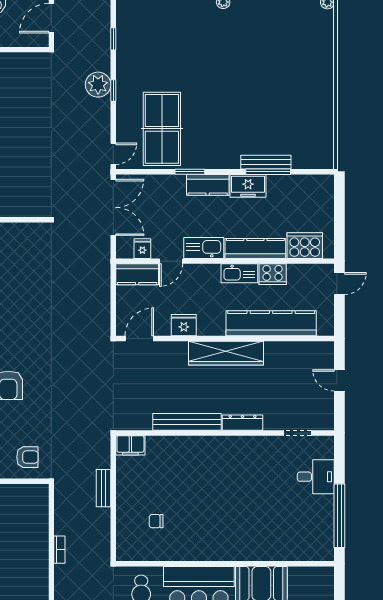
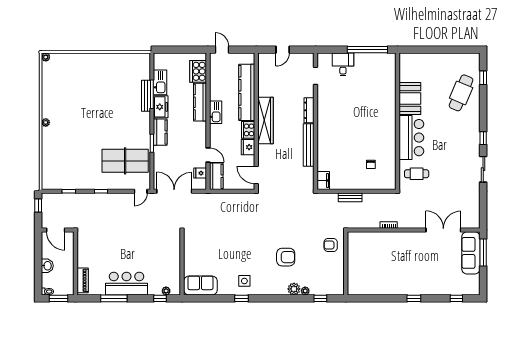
plant: (98, 85) -> (97, 201), removed
door: (113, 154) -> (141, 191), swing flipped
kitchen sink: (204, 248) -> (160, 82), moved, turned 180
cooker: (273, 274) -> (248, 130), moved, turned 180
armchair: (27, 457) -> (331, 245), turned -90

